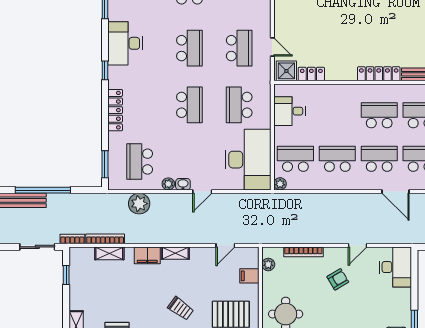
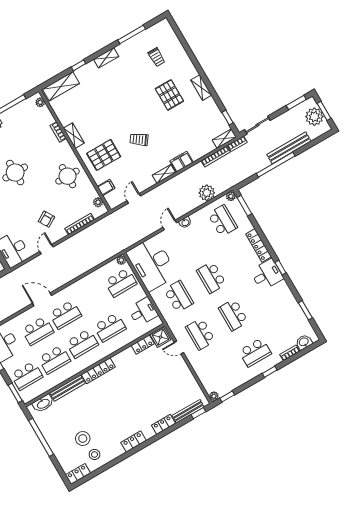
desk: (125, 43) -> (267, 275), moved, width x0.73
school desk: (337, 159) -> (110, 327), moved
plant: (168, 184) -> (231, 196), moved
shelving: (109, 253) -> (224, 139), moved

